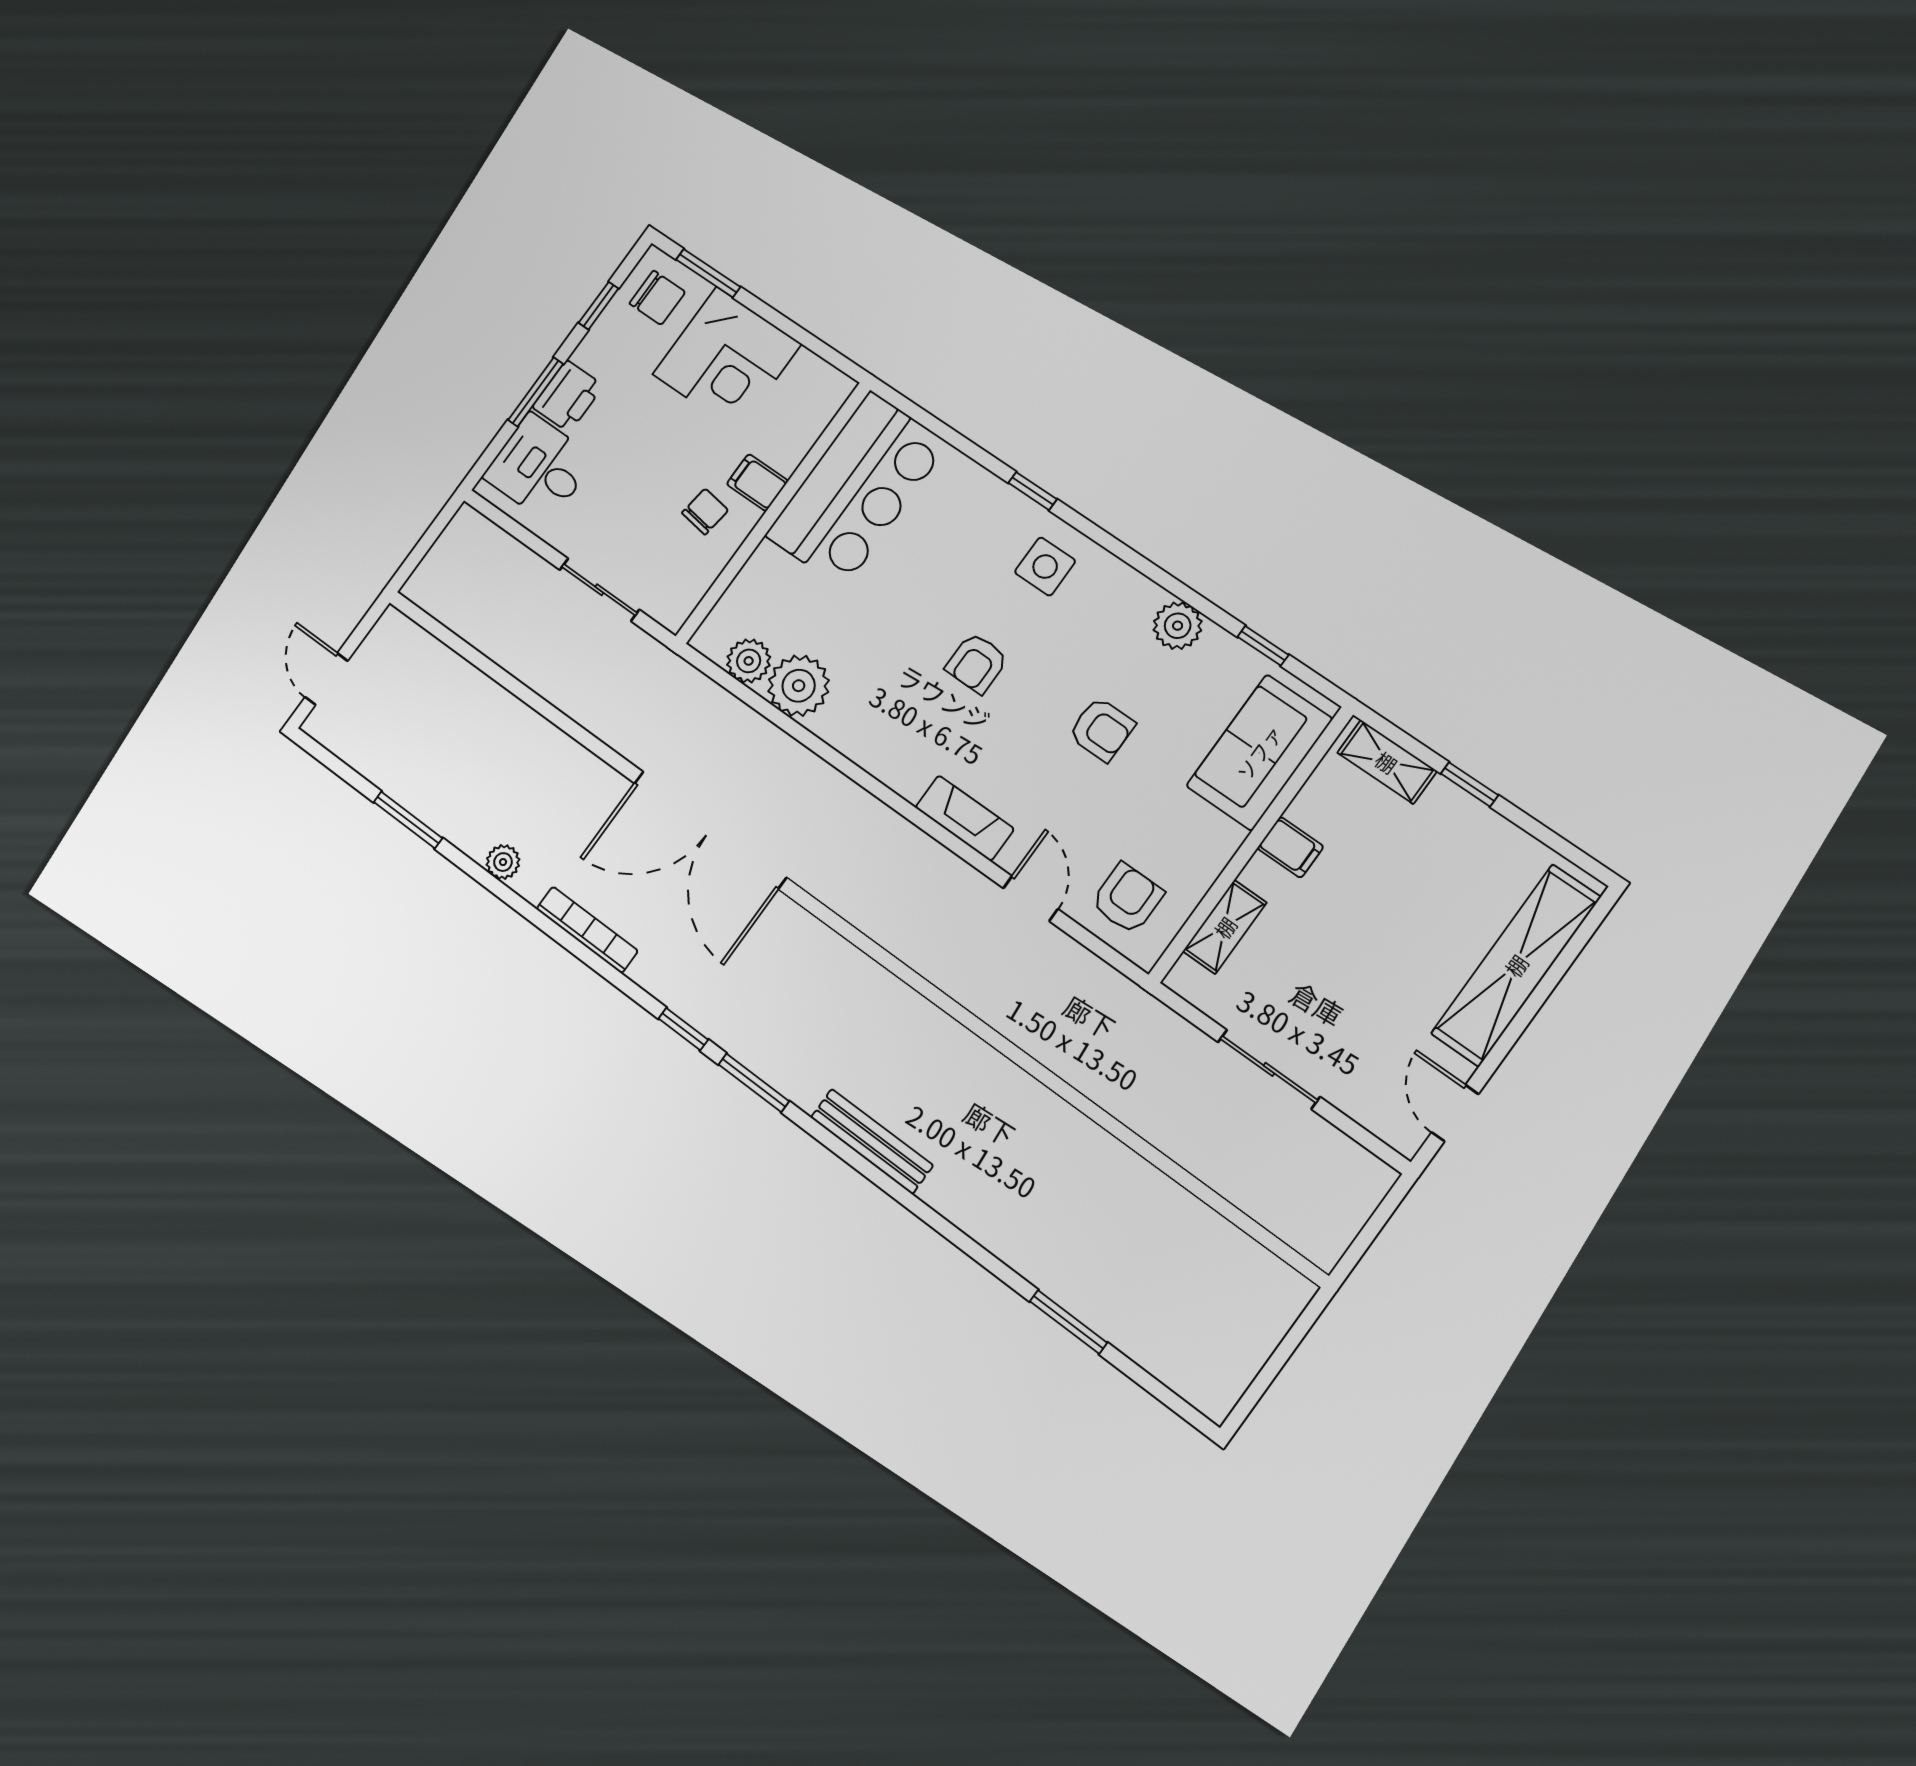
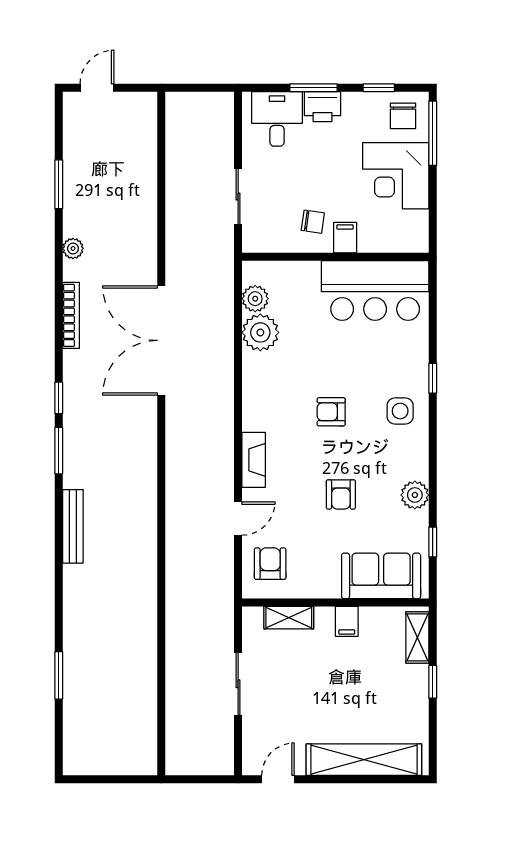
window: (708, 273) -> (433, 133), width x1.44
armchair: (1127, 898) -> (270, 564), turned -90

